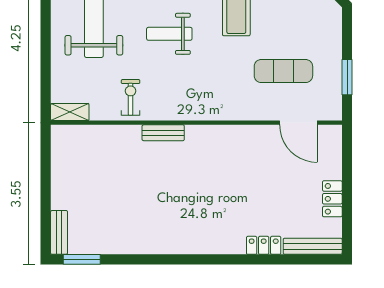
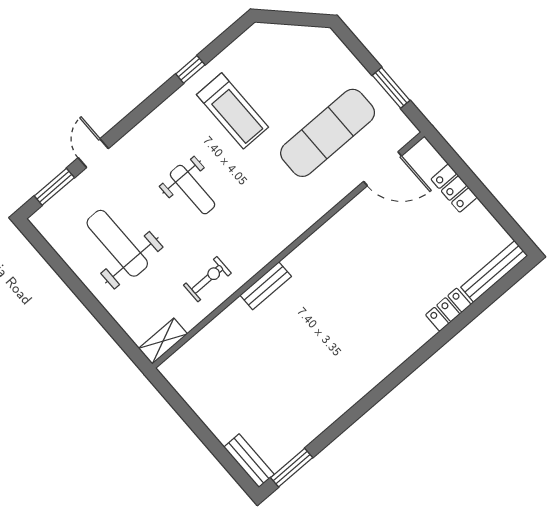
weight bench: (169, 34) -> (193, 190), turned -90
exercise mat: (283, 71) -> (328, 133), width x1.36, depth x1.45
exercise bike: (131, 97) -> (207, 279), turned 90
locker: (332, 199) -> (454, 188), moved

